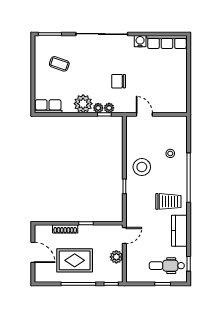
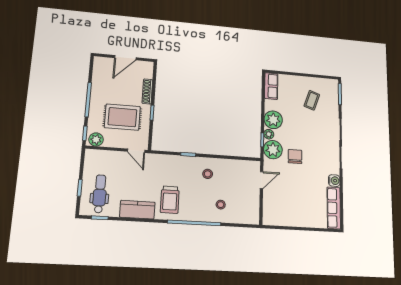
plant: (109, 108) -> (273, 150), width x1.88, depth x1.88
stool: (142, 167) -> (208, 174), width x0.53, depth x0.53
plant: (116, 257) -> (96, 139), moved
rug: (75, 260) -> (122, 117), moved, turned 90

